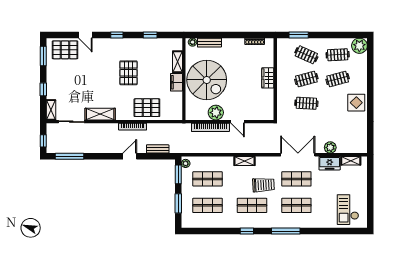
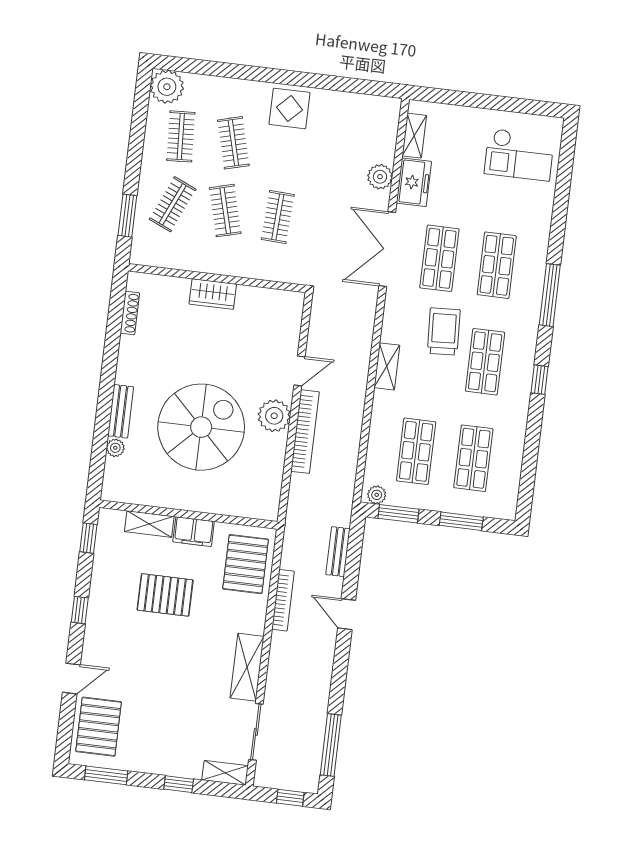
shelving: (177, 62) -> (149, 524), moved
wall: (184, 79) -> (188, 515), moved
filing cabinet: (176, 82) -> (194, 532), moved

